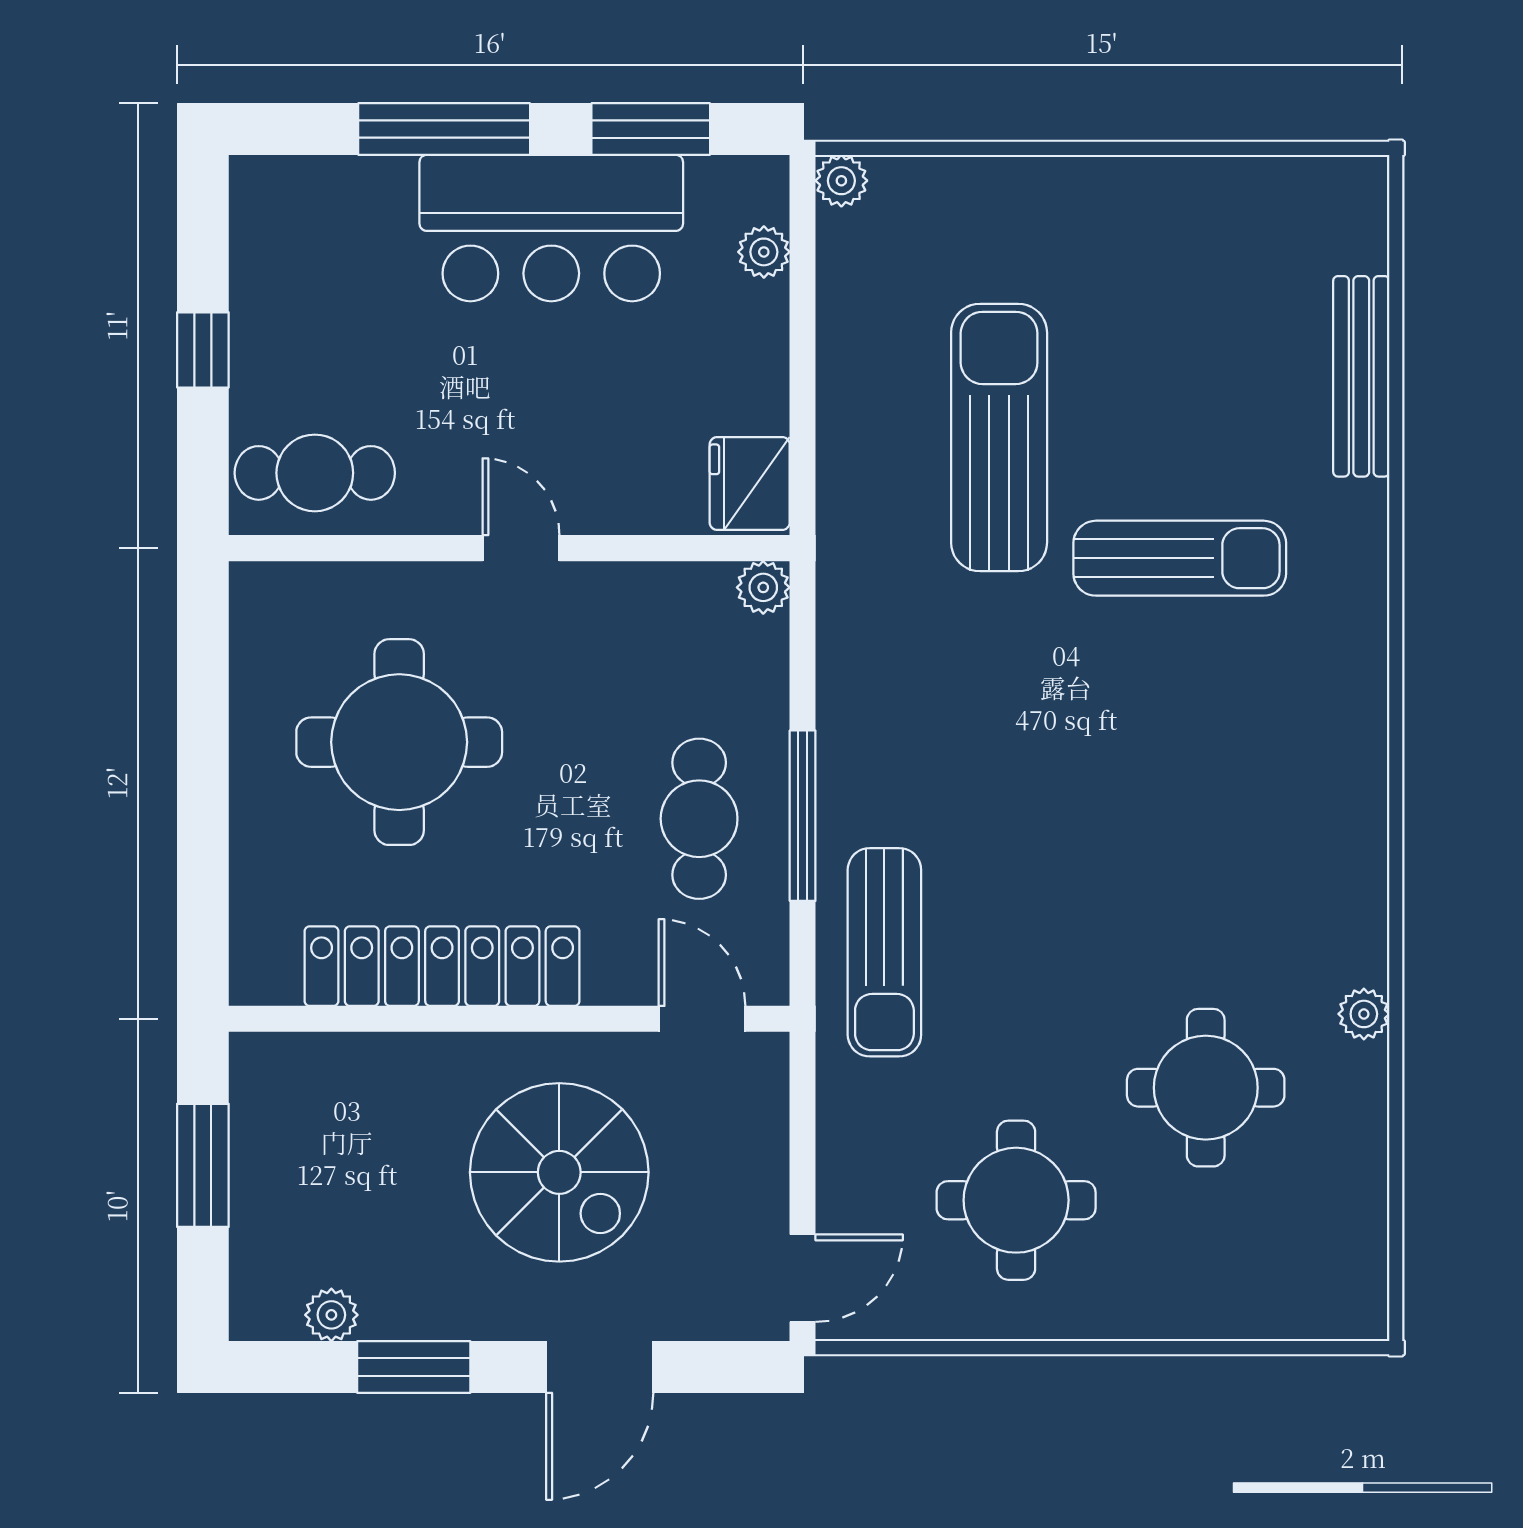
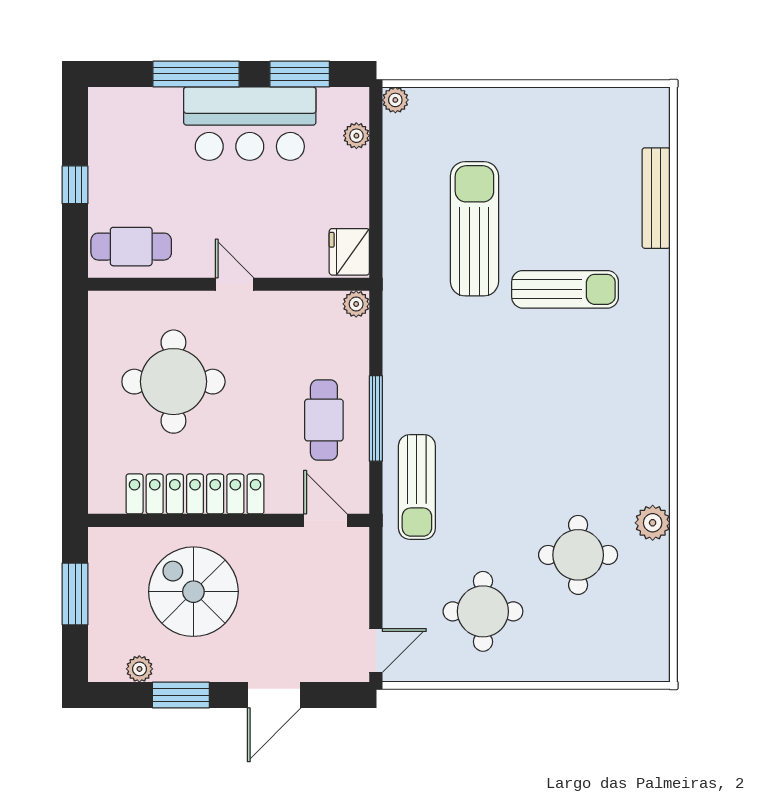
plant: (1364, 1014) -> (653, 523), width x1.38, depth x1.38
spiral stairs: (559, 1172) -> (193, 592), moved, turned 180

